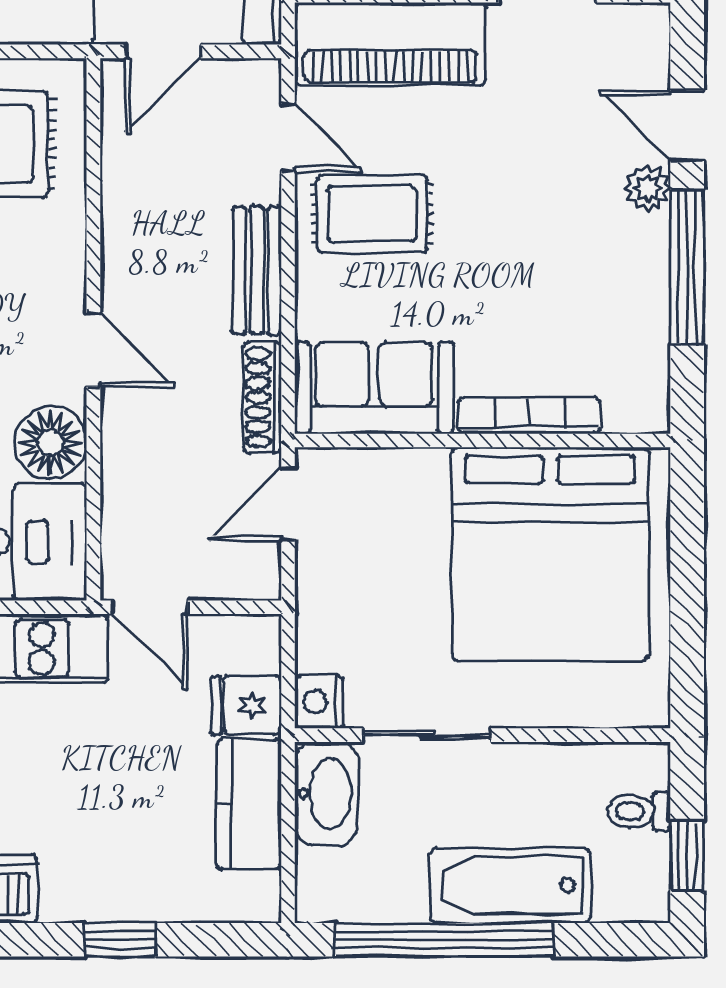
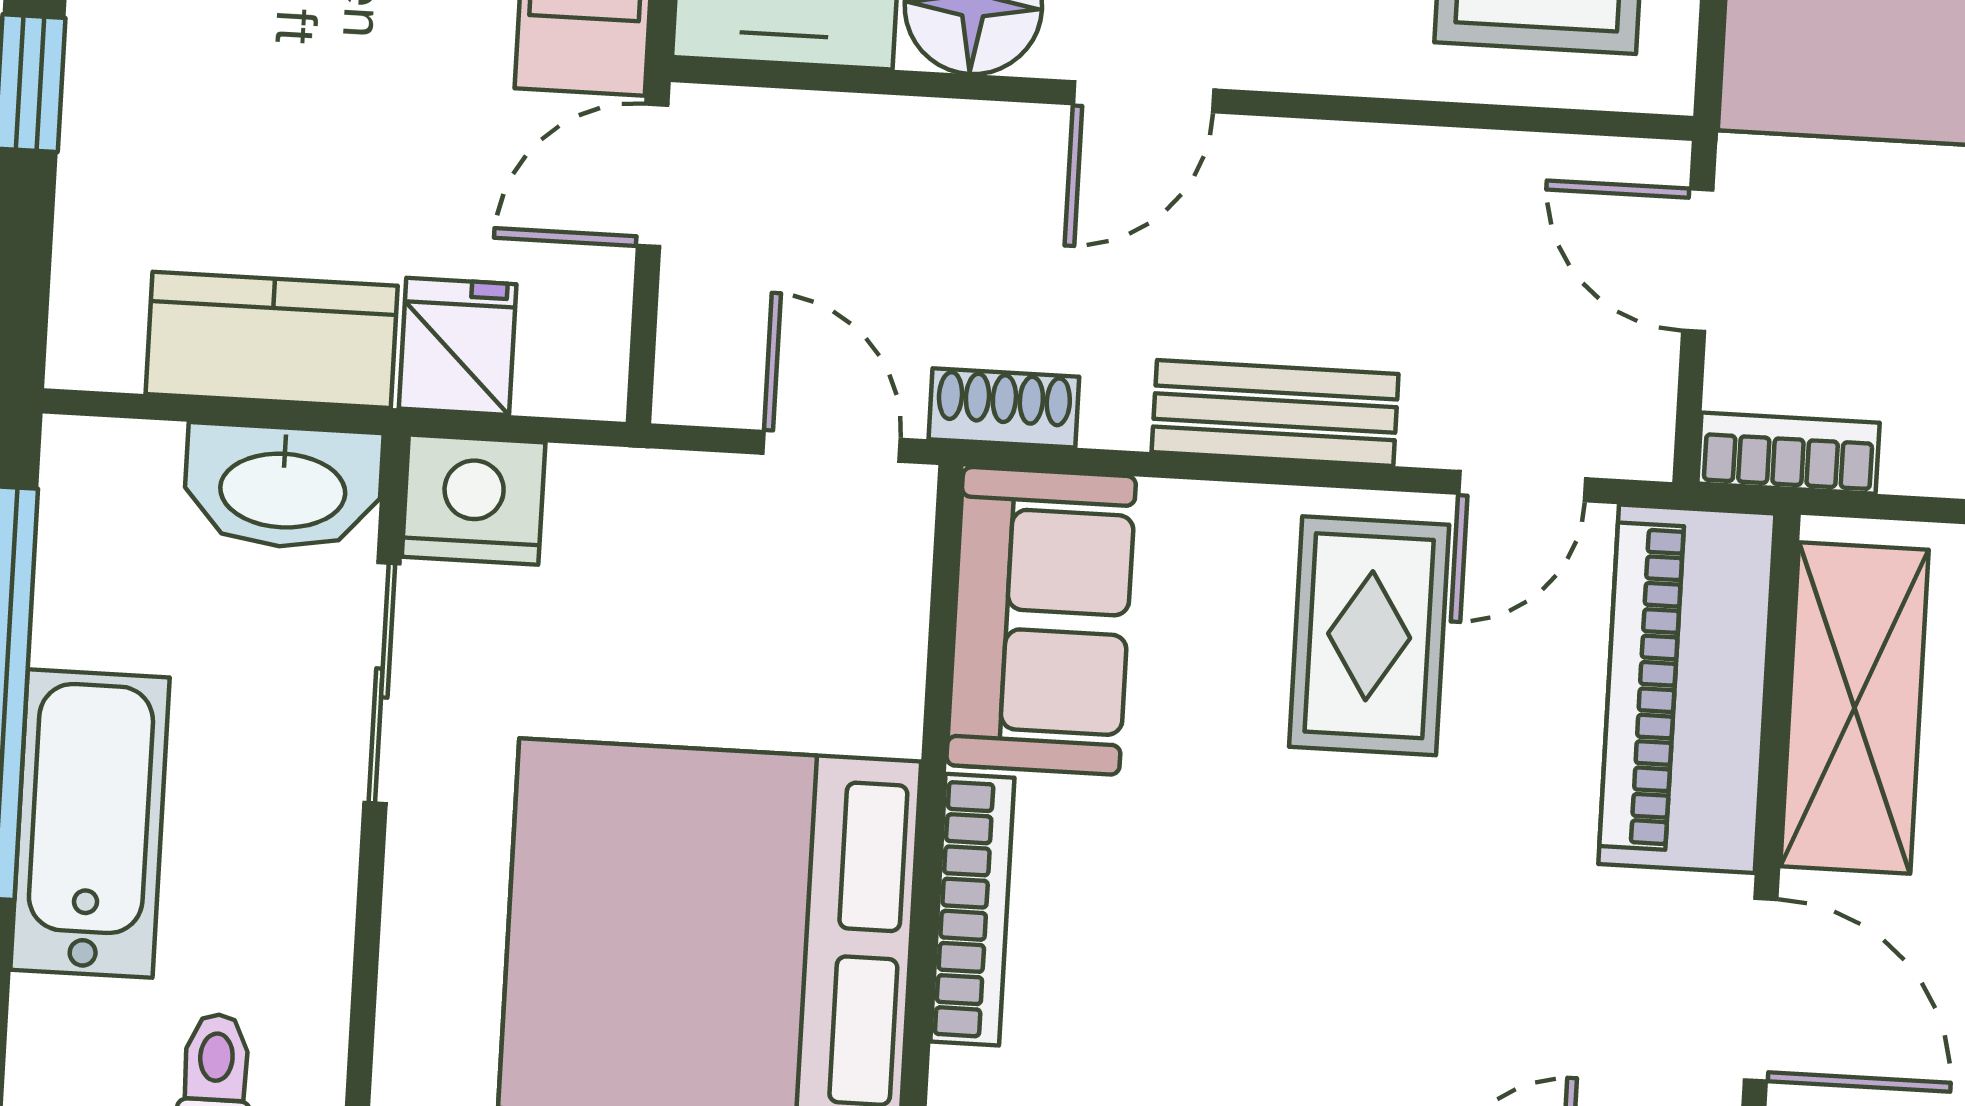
shoe rack: (262, 398) -> (1004, 408), width x0.70
nightstand: (319, 702) -> (474, 500), width x1.36, depth x1.33

